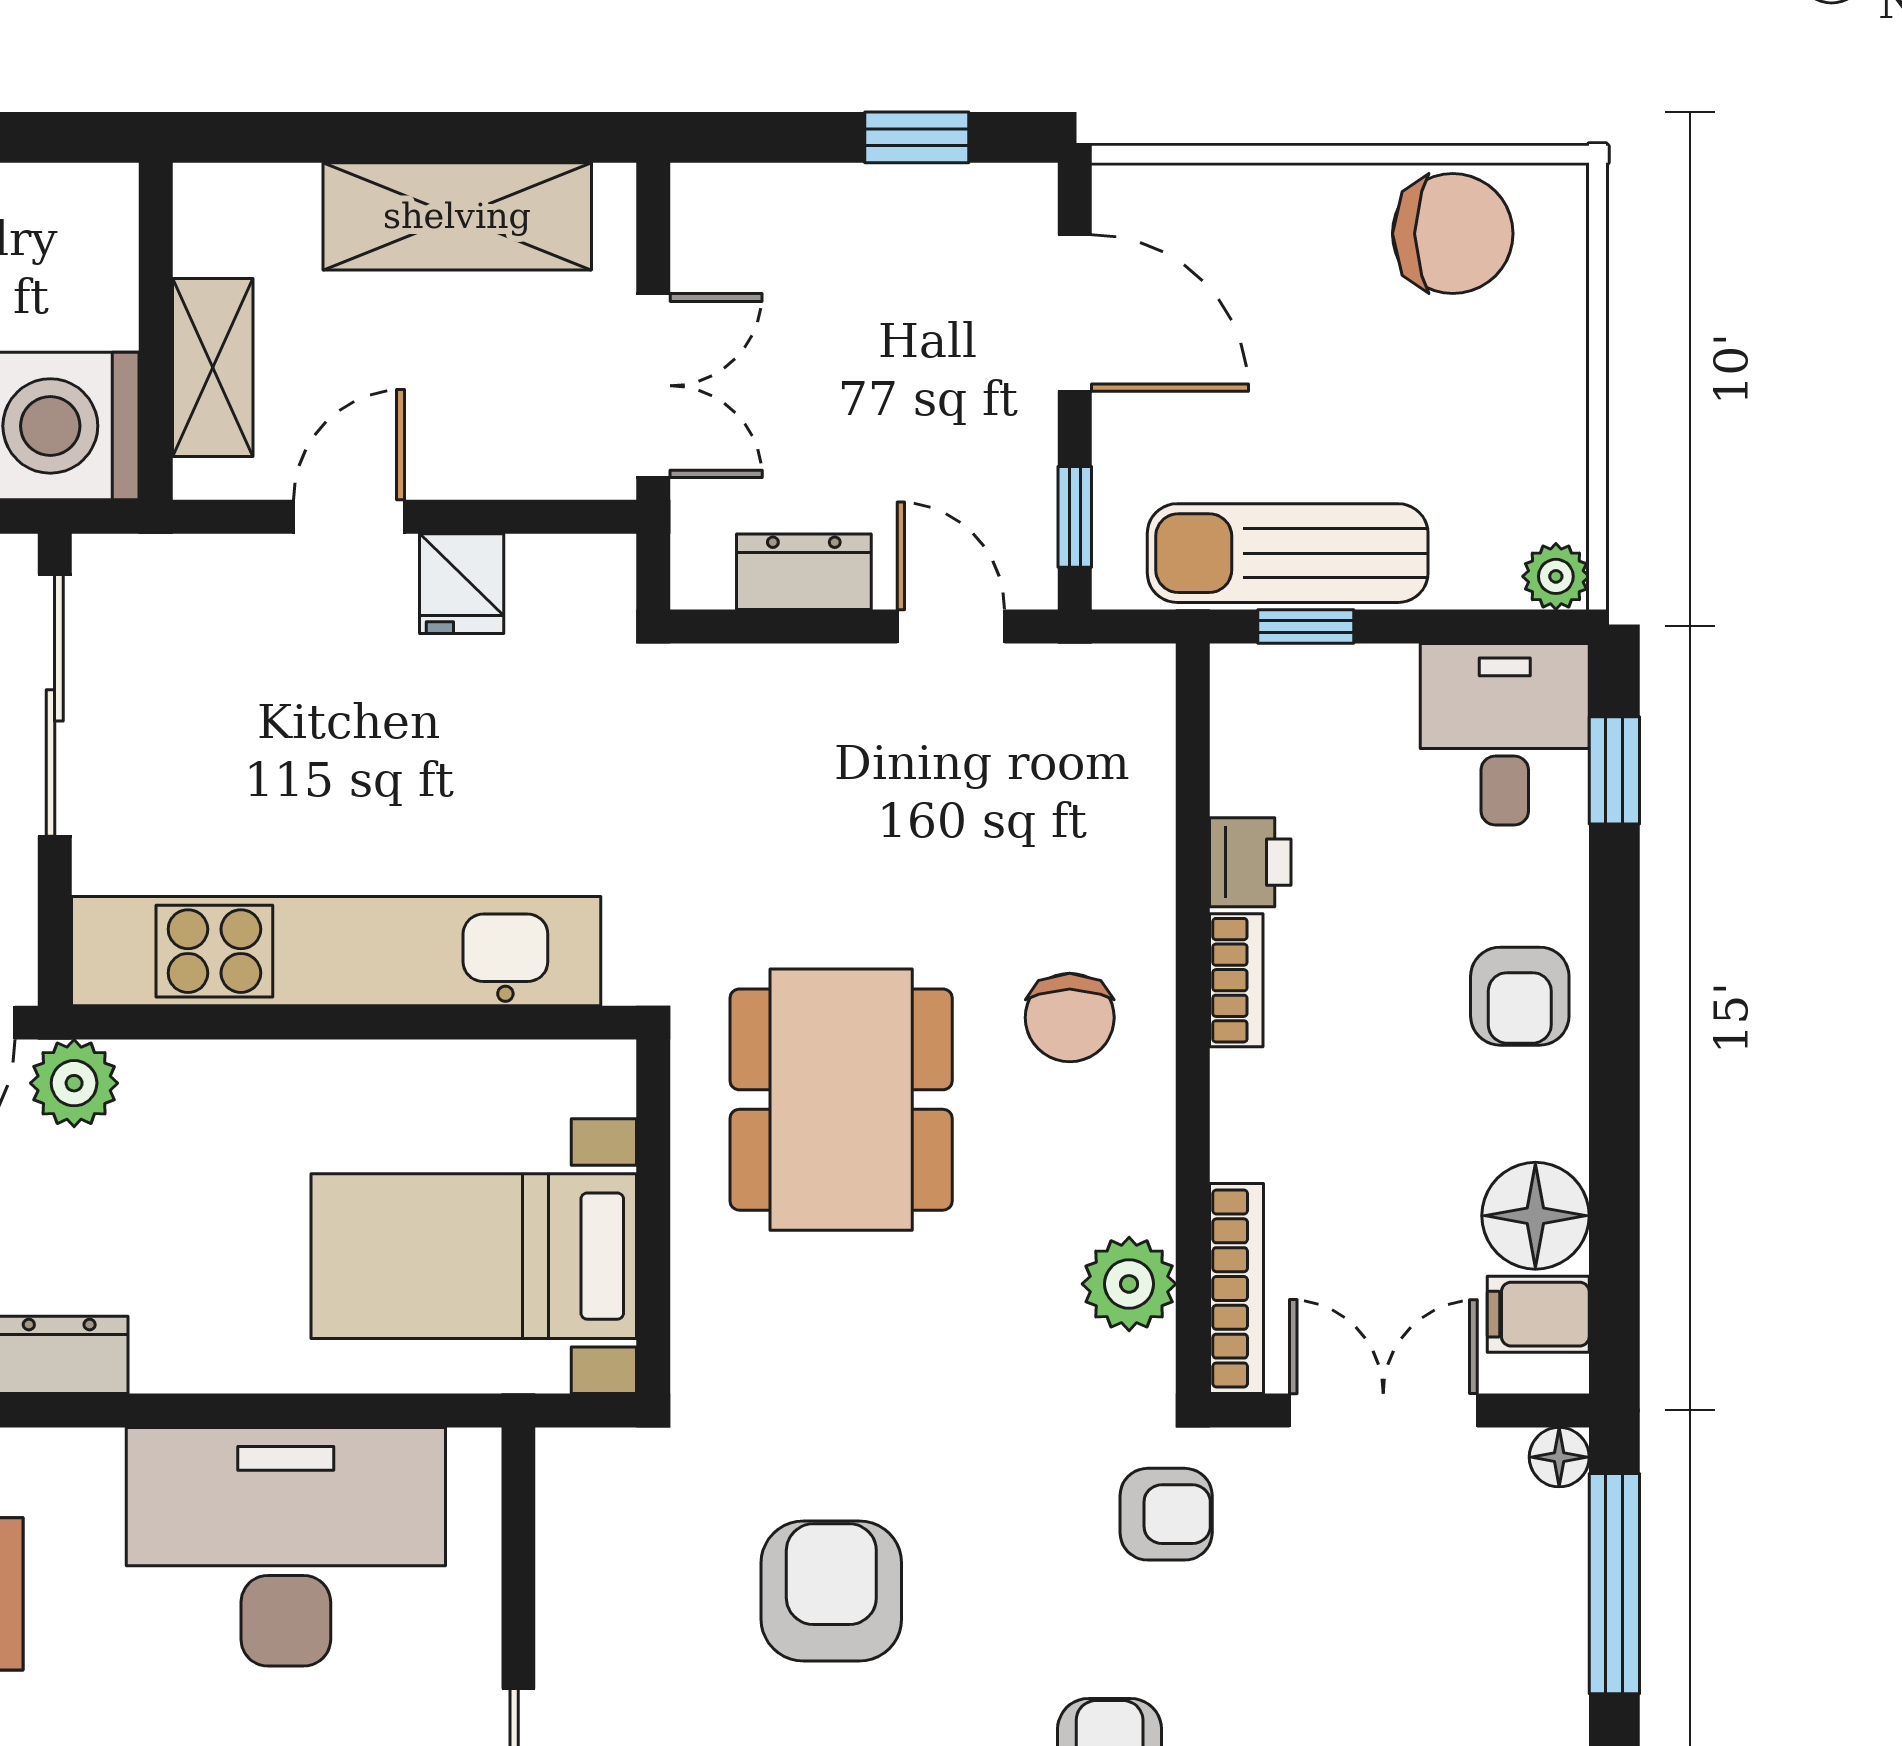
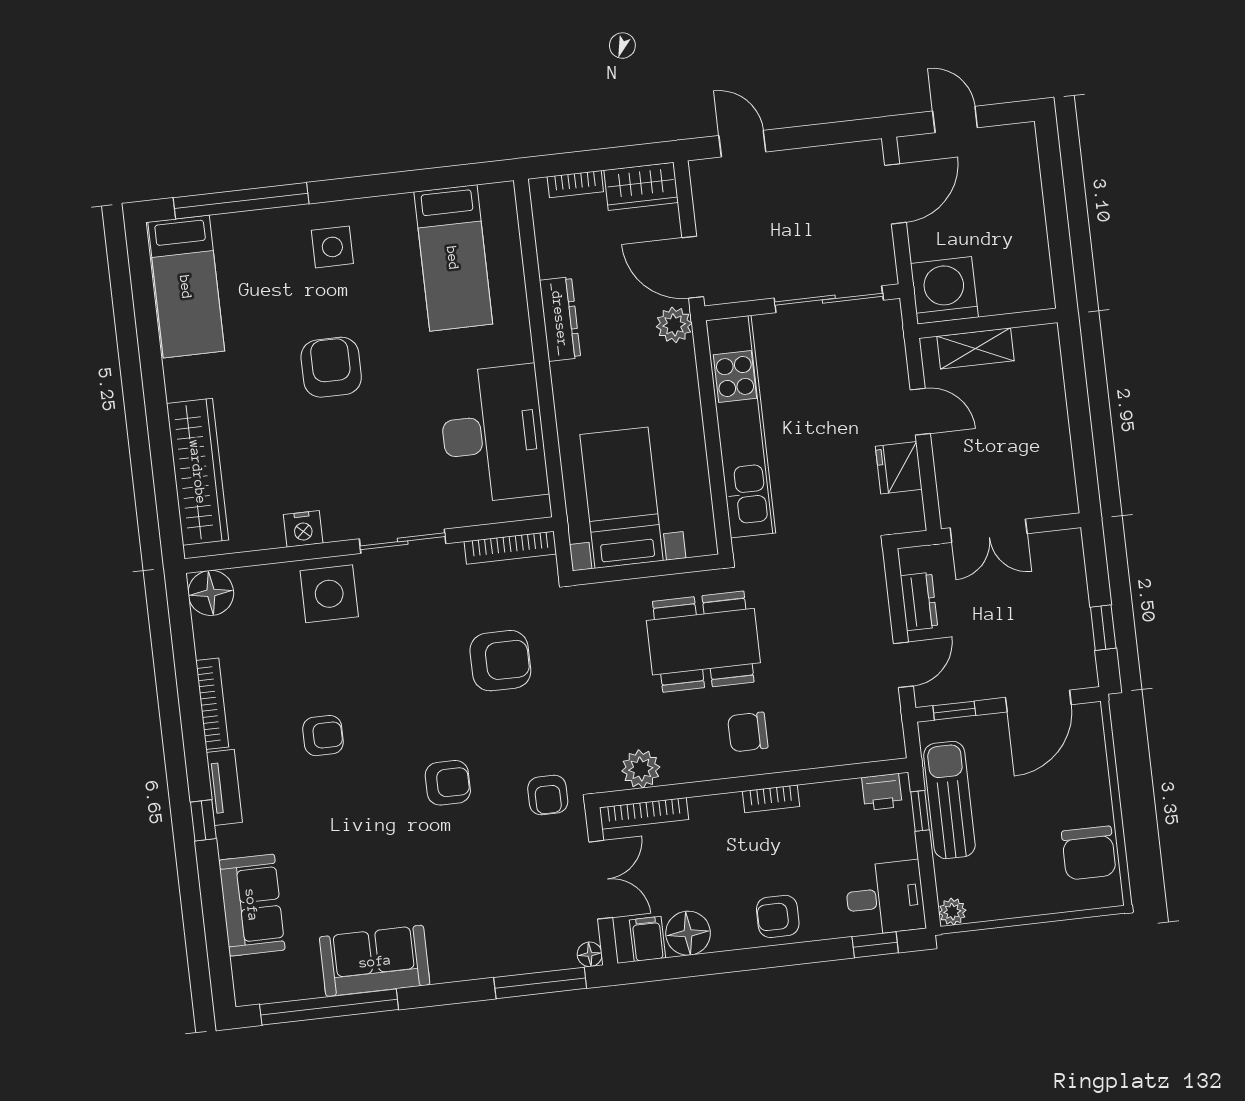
shelving: (457, 216) -> (1049, 442), removed
fridge: (462, 584) -> (899, 468), width x1.38
printer: (1250, 862) -> (882, 792), moved
bookcase: (563, 1536) -> (510, 548), added

